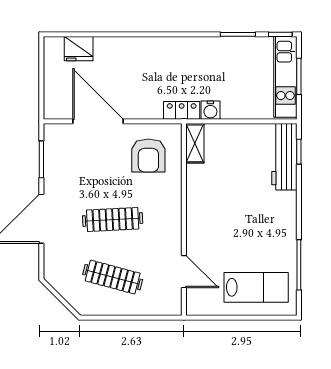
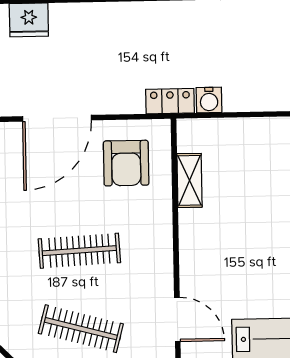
door: (98, 121) -> (57, 118), swing flipped
shelving: (195, 143) -> (189, 180), moved

